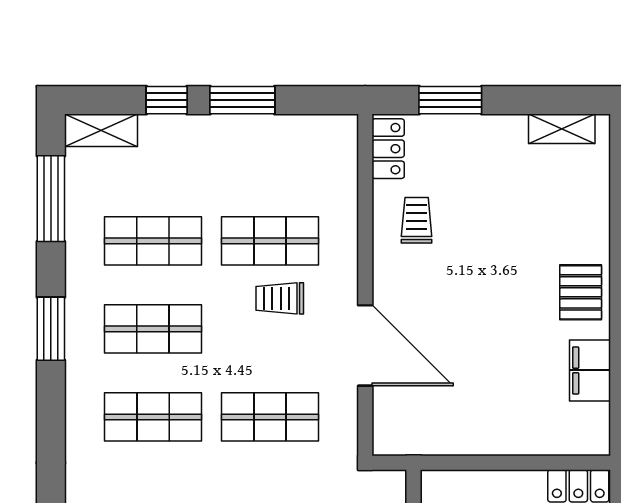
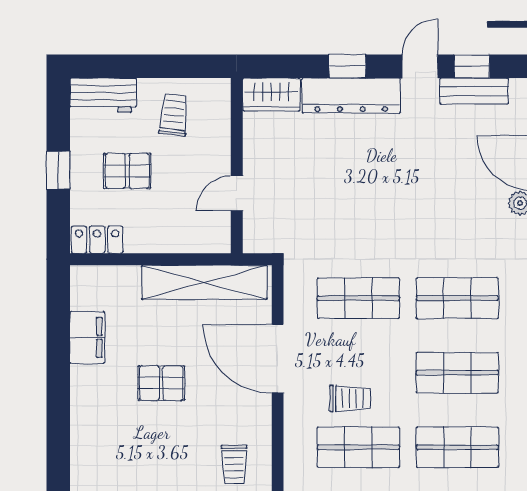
pallet: (581, 292) -> (161, 383), moved, turned 90
shelving: (452, 436) -> (204, 282), added

